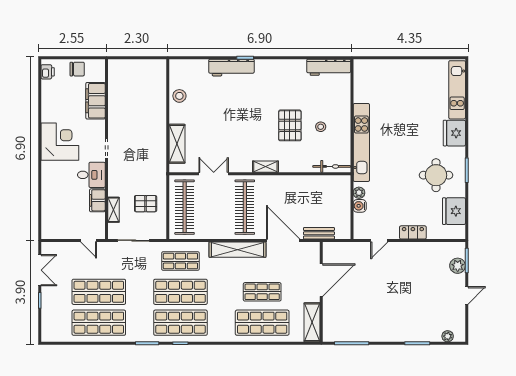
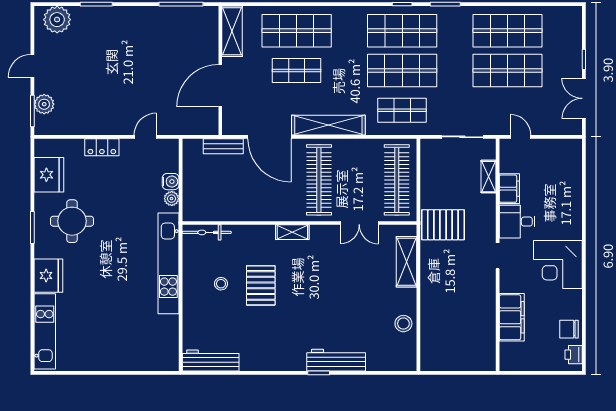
chair: (77, 69) -> (569, 329), moved
pallet: (146, 204) -> (443, 225), moved, width x1.50, depth x1.42
plant: (448, 336) -> (57, 20), width x1.87, depth x1.87

